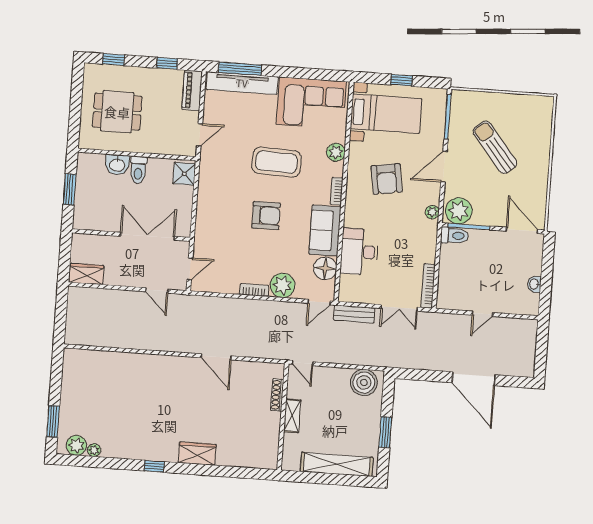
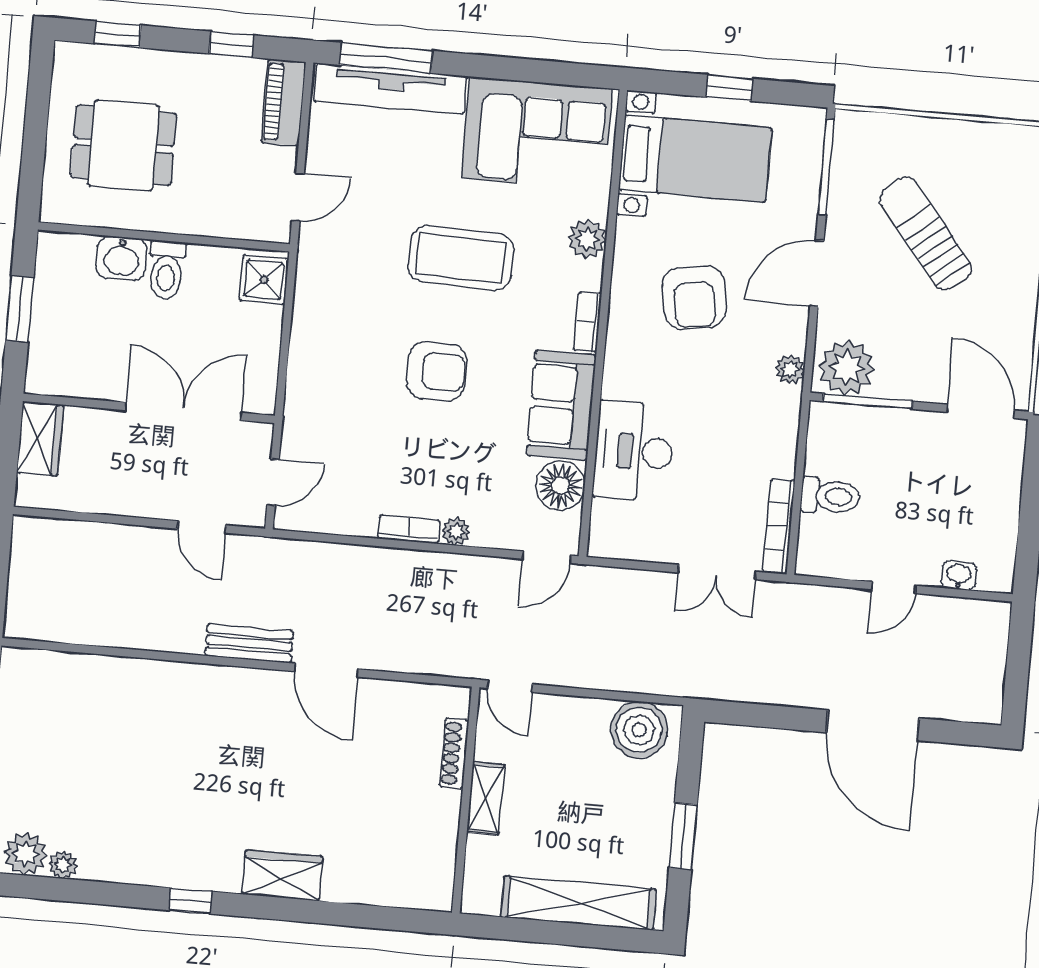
toilet: (455, 236) -> (830, 496), moved
wardrobe: (86, 274) -> (40, 439), moved, turned 90
washbasin: (534, 284) -> (959, 576), moved, turned 90
plant: (282, 285) -> (456, 531), width x0.53, depth x0.53
bench: (354, 314) -> (249, 643), moved

